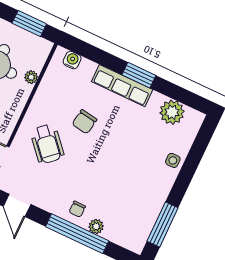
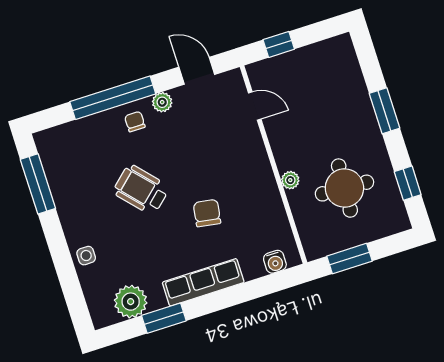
window: (139, 75) -> (164, 318), moved
plant: (31, 77) -> (290, 180), moved
wheelchair: (47, 144) -> (141, 190), moved
plant: (96, 226) -> (162, 102), moved

